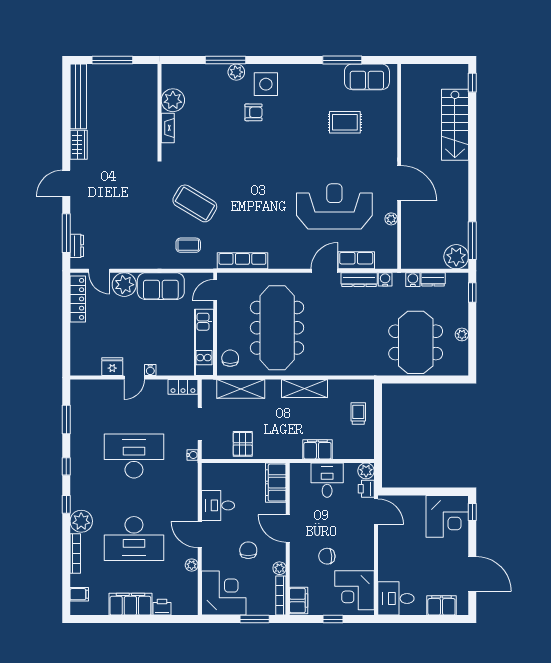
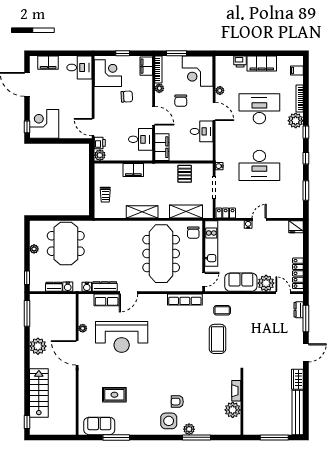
coffee table: (195, 203) -> (218, 339), turned 59
plant: (456, 257) -> (38, 346), moved
fridge: (112, 367) -> (296, 227), moved
desk: (327, 480) -> (141, 139), moved, turned -90

